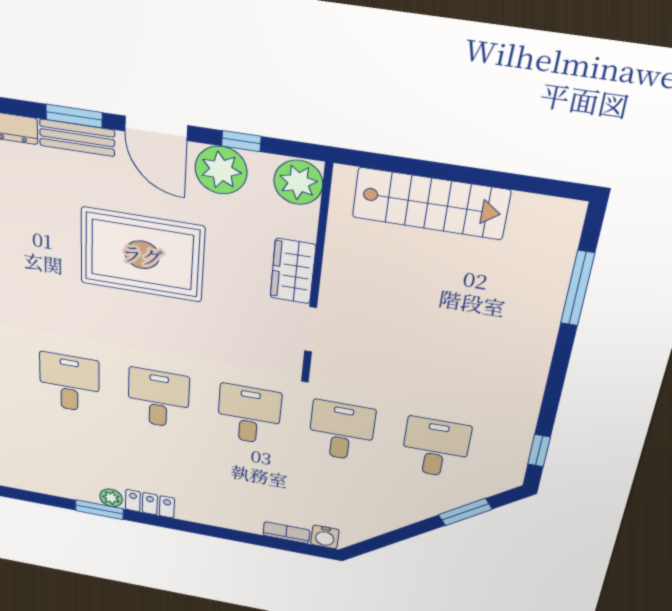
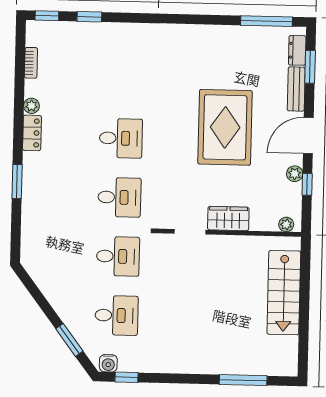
window: (74, 116) -> (310, 67), moved
plant: (221, 170) -> (295, 174), width x0.53, depth x0.53
plant: (298, 182) -> (286, 224), width x0.53, depth x0.53
desk: (69, 383) -> (122, 79), removed
window: (99, 510) -> (17, 182), moved
bookcase: (286, 533) -> (31, 63), moved
water cooler: (325, 537) -> (108, 363), moved, turned -90

